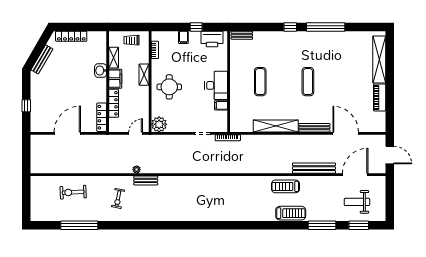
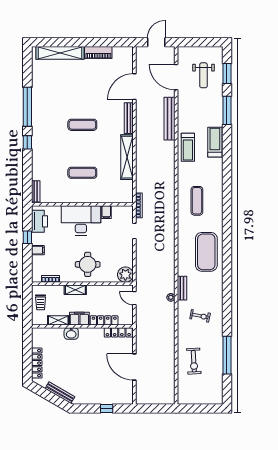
desk: (216, 85) -> (81, 220), width x1.36, depth x1.30
exercise mat: (232, 195) -> (197, 201), added
exercise mat: (182, 205) -> (206, 252), added

